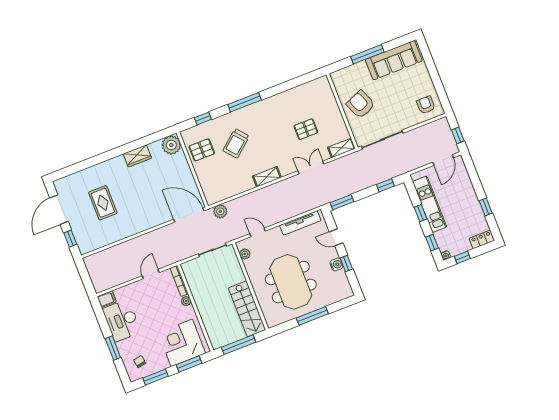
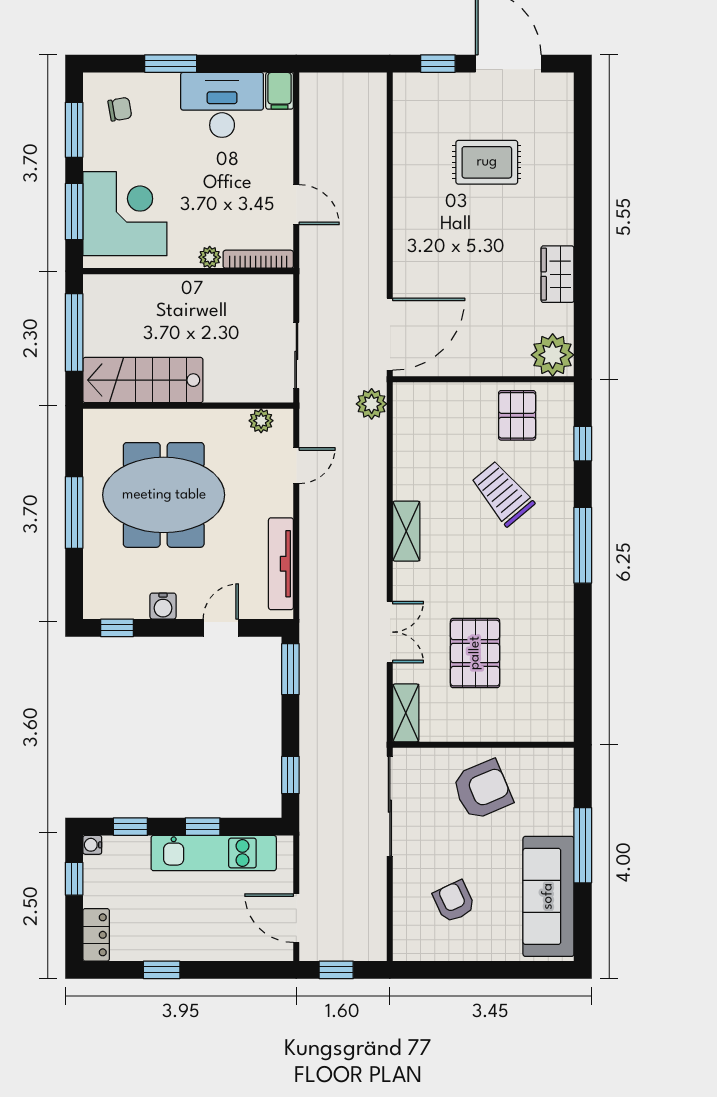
armchair: (426, 105) -> (454, 901), moved, turned -115
pallet: (306, 129) -> (475, 653), width x1.50, depth x1.42
window: (346, 264) -> (117, 628), moved

